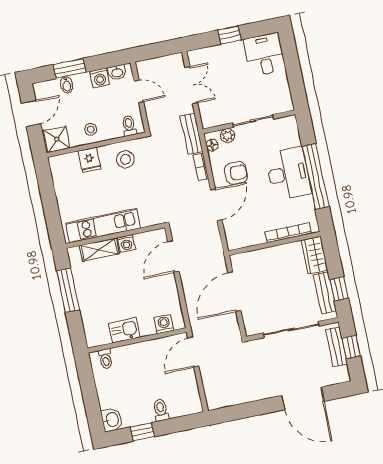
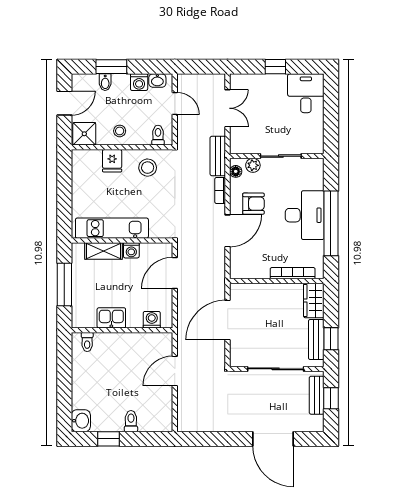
washing machine: (164, 324) -> (152, 320), moved
kitchen sink: (124, 330) -> (111, 318), moved
wall: (137, 340) -> (122, 330), moved
toilet: (106, 359) -> (87, 342), moved

